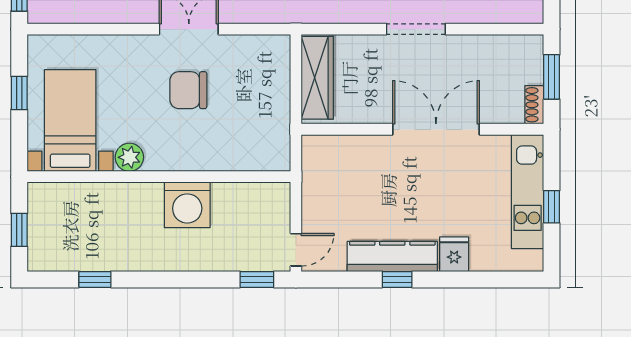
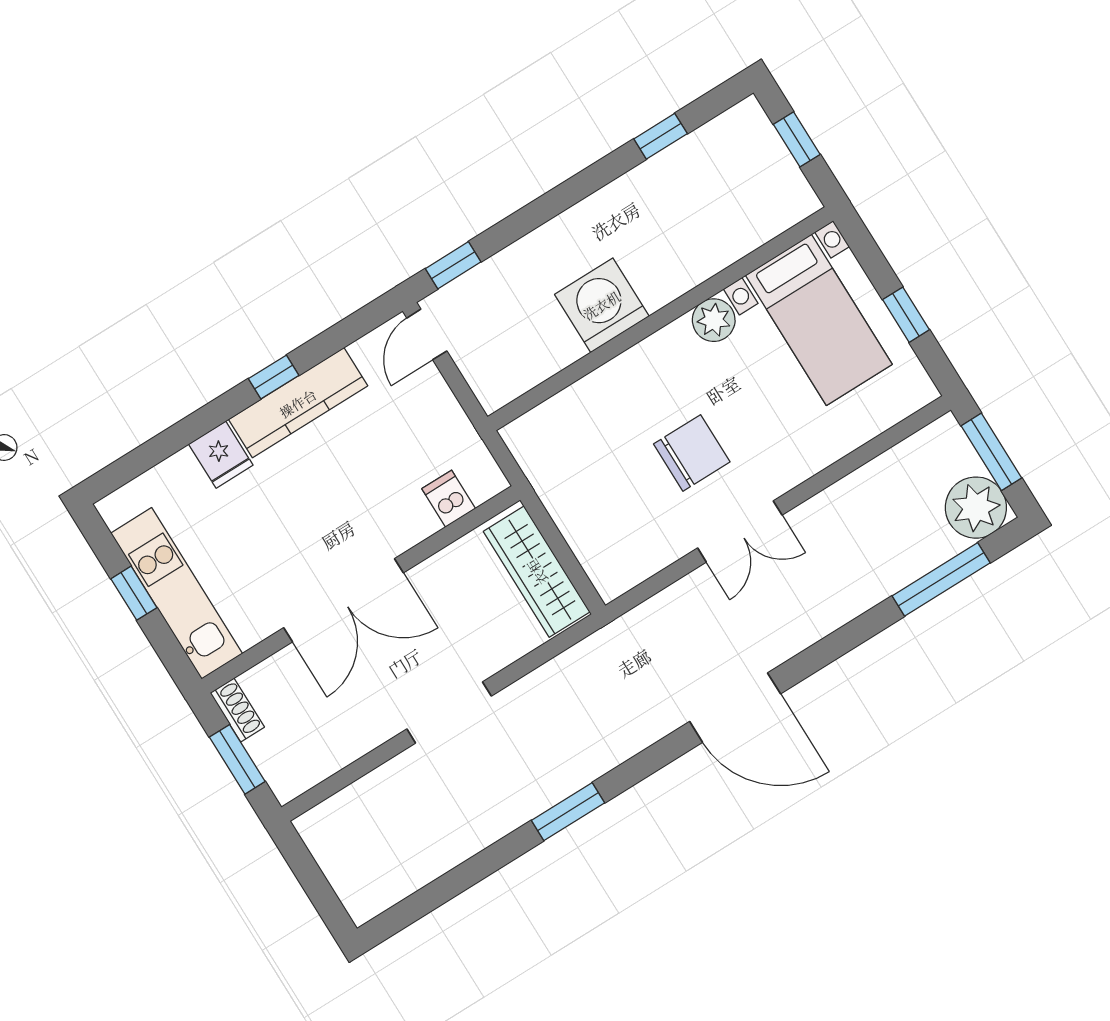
dishwasher: (341, 150) -> (449, 499), added

